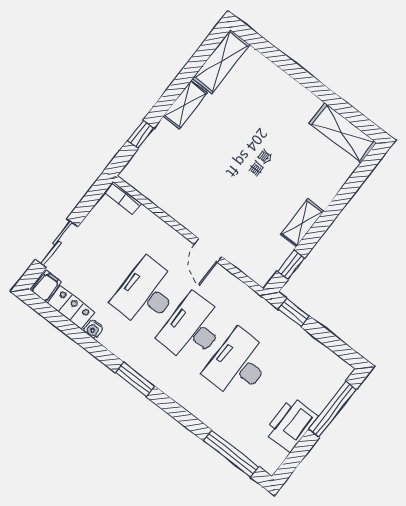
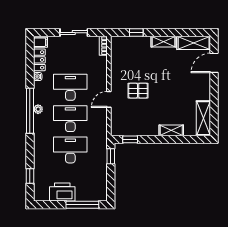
door: (274, 55) -> (214, 63), added
pallet: (228, 198) -> (138, 91), added
shelving: (302, 223) -> (171, 130), moved
sliding door: (57, 243) -> (74, 33), moved
plant: (142, 366) -> (38, 109), added
window: (135, 379) -> (30, 111), width x2.11
window: (231, 454) -> (30, 176), width x0.46

